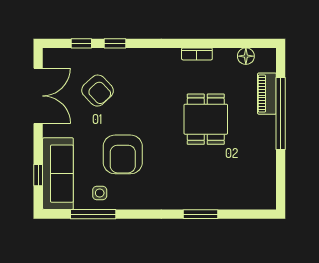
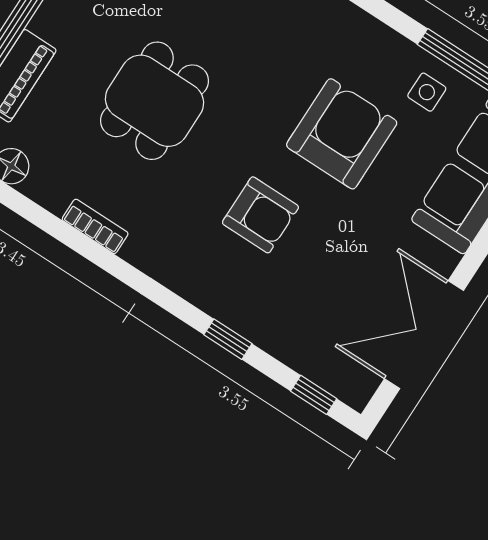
window: (81, 43) -> (314, 395), moved
armchair: (98, 91) -> (260, 215), moved, turned 133

